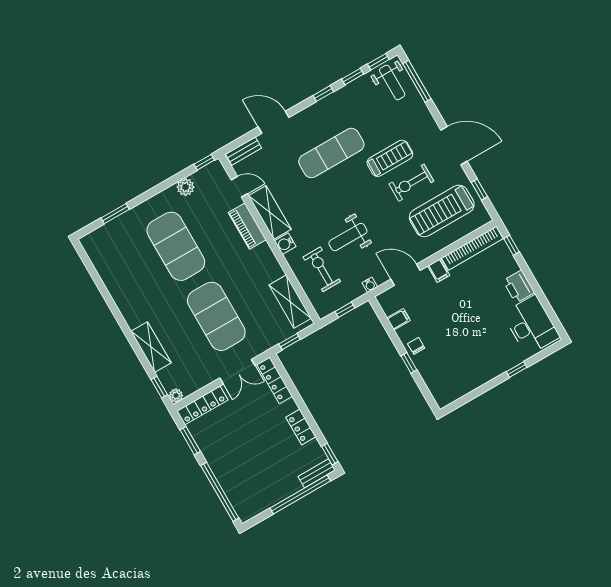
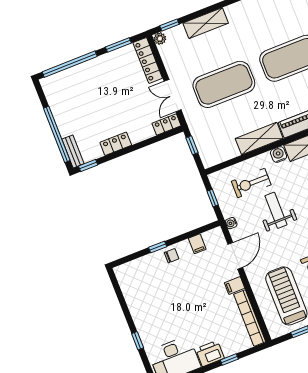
window: (512, 245) -> (229, 360), moved
exercise bike: (322, 269) -> (251, 183), turned 180
shelving: (290, 302) -> (259, 138), moved
locker: (275, 380) -> (166, 125), width x0.66

